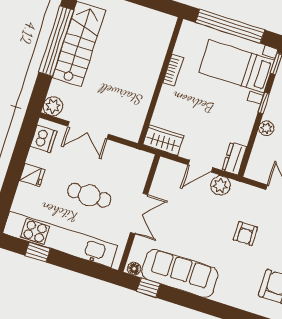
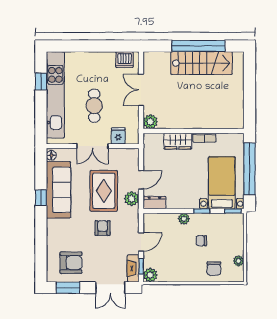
plant: (53, 106) -> (150, 122), moved
wardrobe: (163, 140) -> (178, 141), moved, turned 90
door: (200, 166) -> (141, 180), swing flipped
fridge: (32, 175) -> (118, 136), moved, turned 180
rug: (199, 217) -> (104, 191), added
armchair: (246, 234) -> (103, 228), turned 90
window: (148, 288) -> (41, 198), moved

